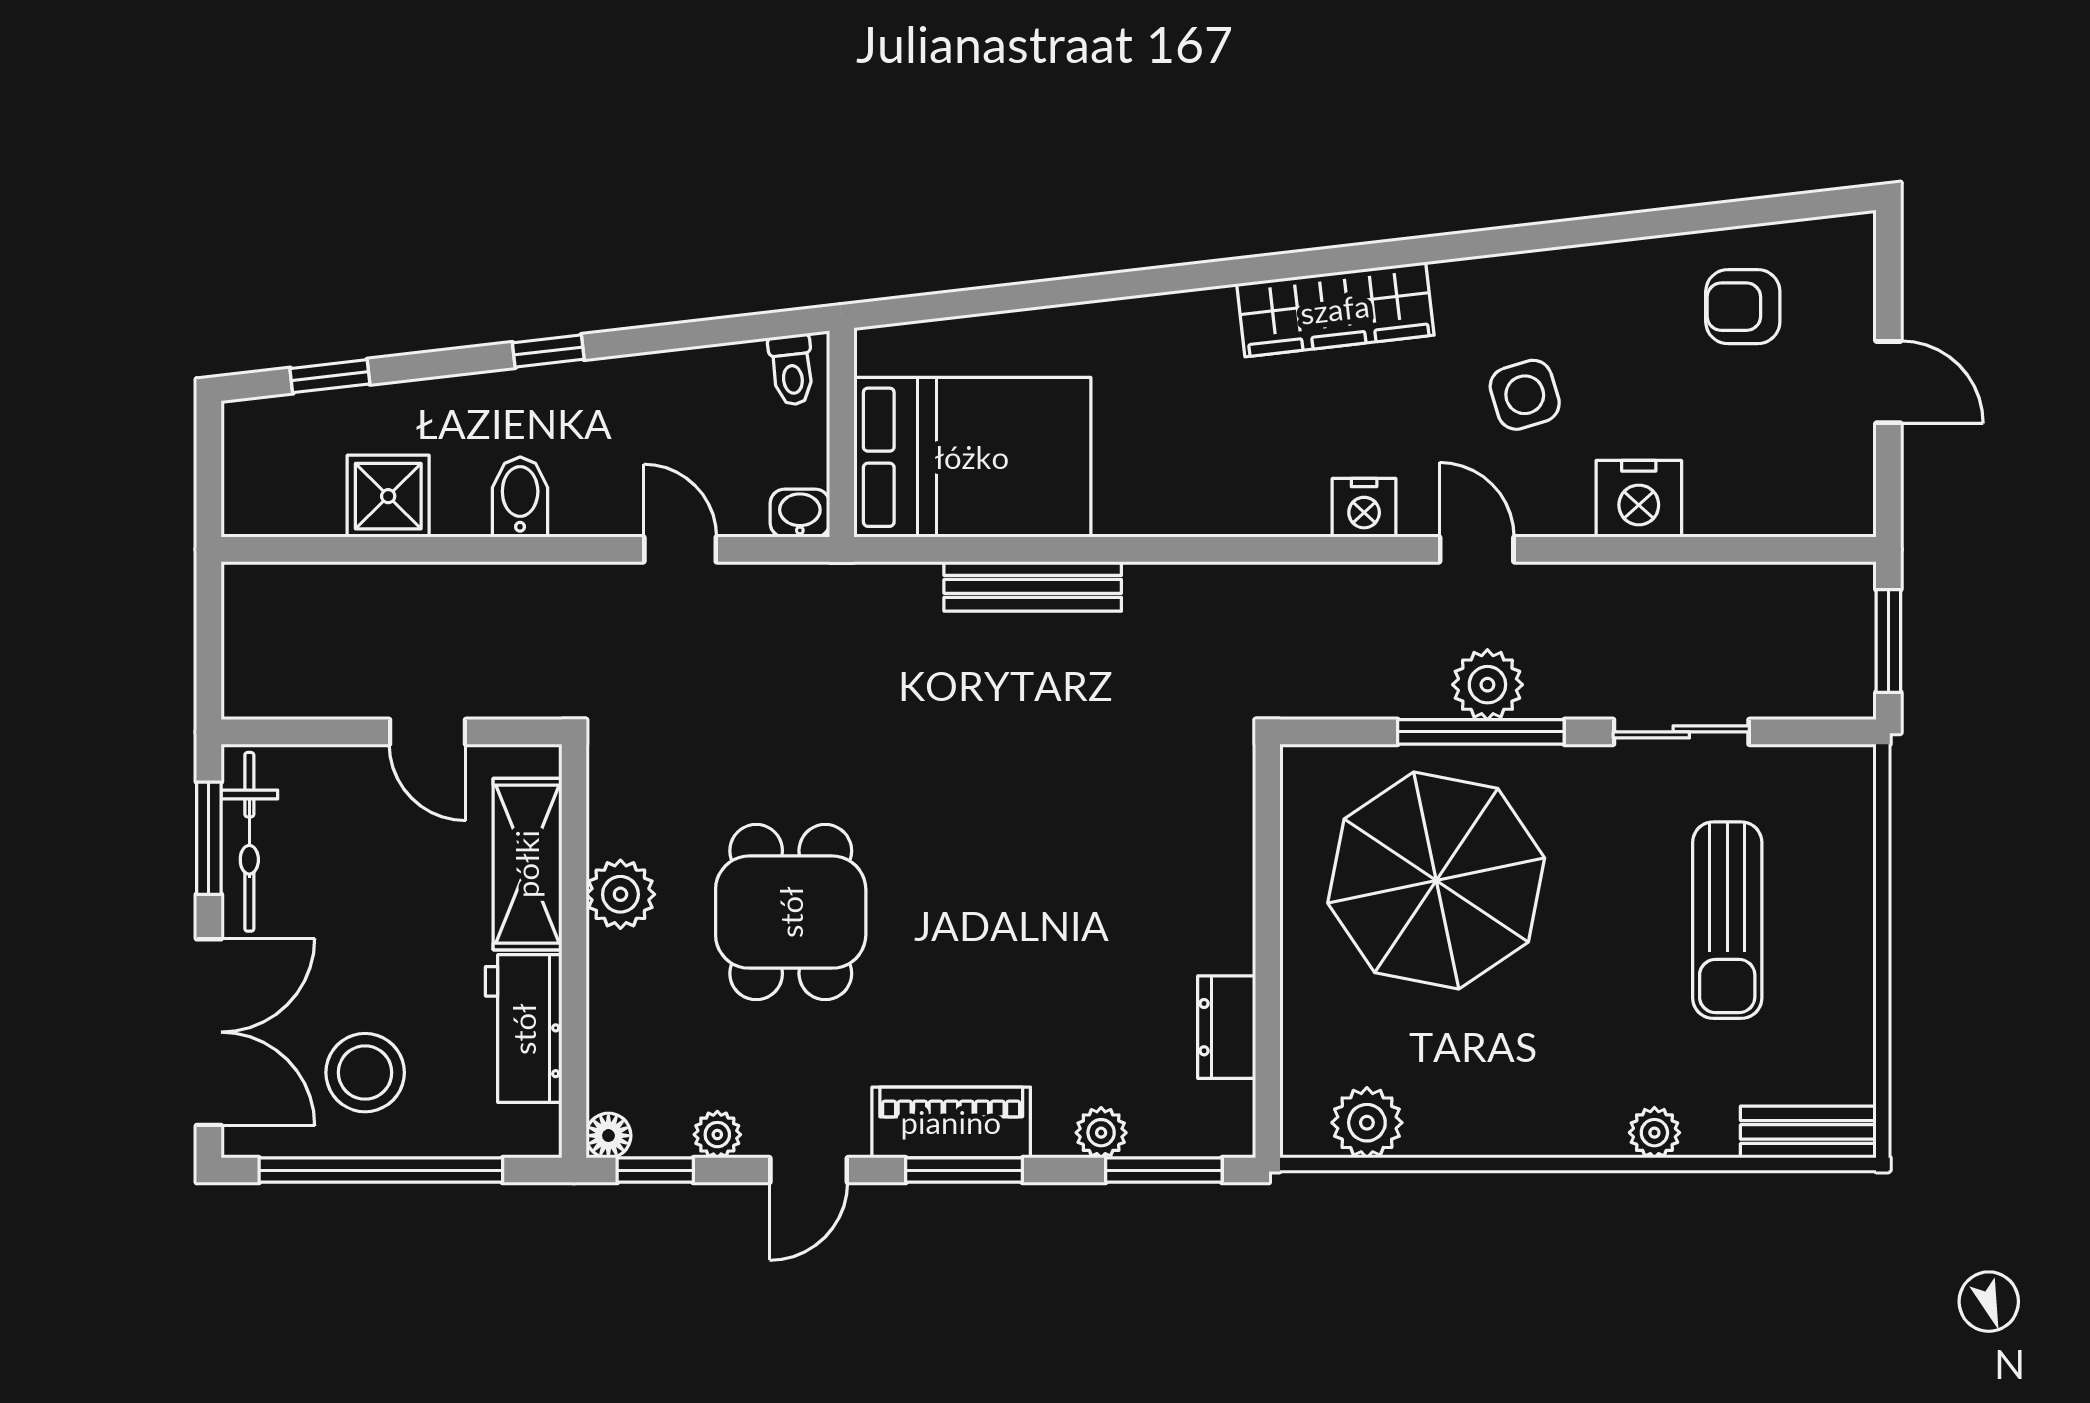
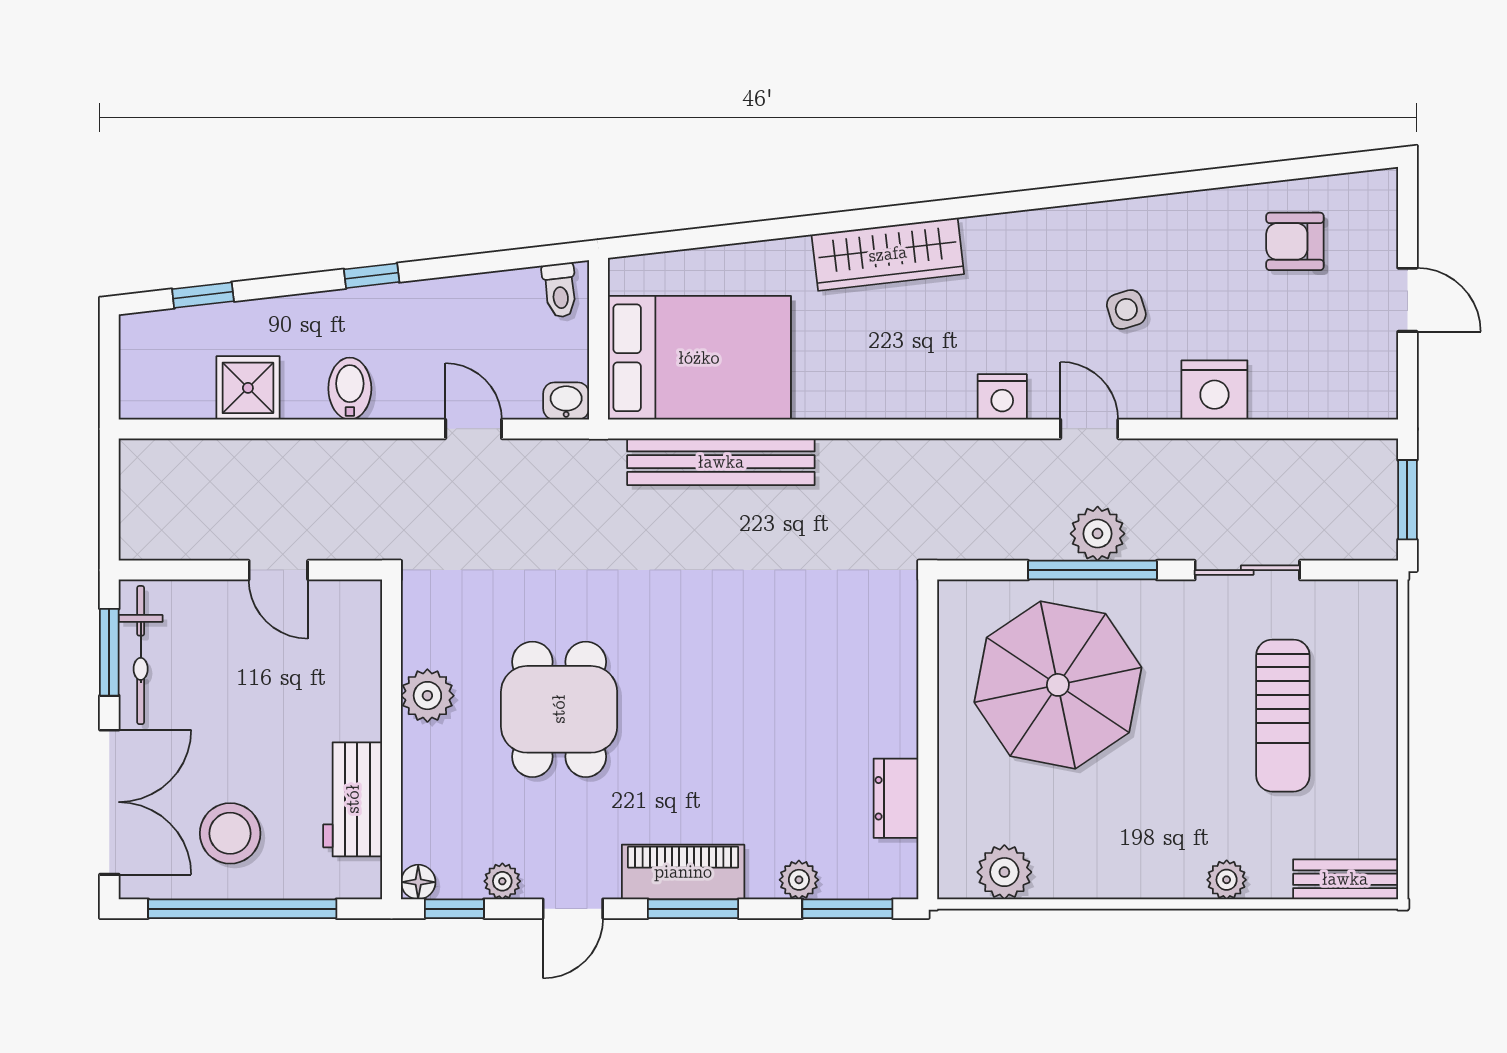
wardrobe: (1335, 309) -> (888, 254), moved
side table: (1525, 395) -> (1126, 310), width x0.73, depth x0.73
bench: (1033, 586) -> (721, 462), width x1.37, depth x1.21
shelving: (527, 864) -> (356, 672), removed

